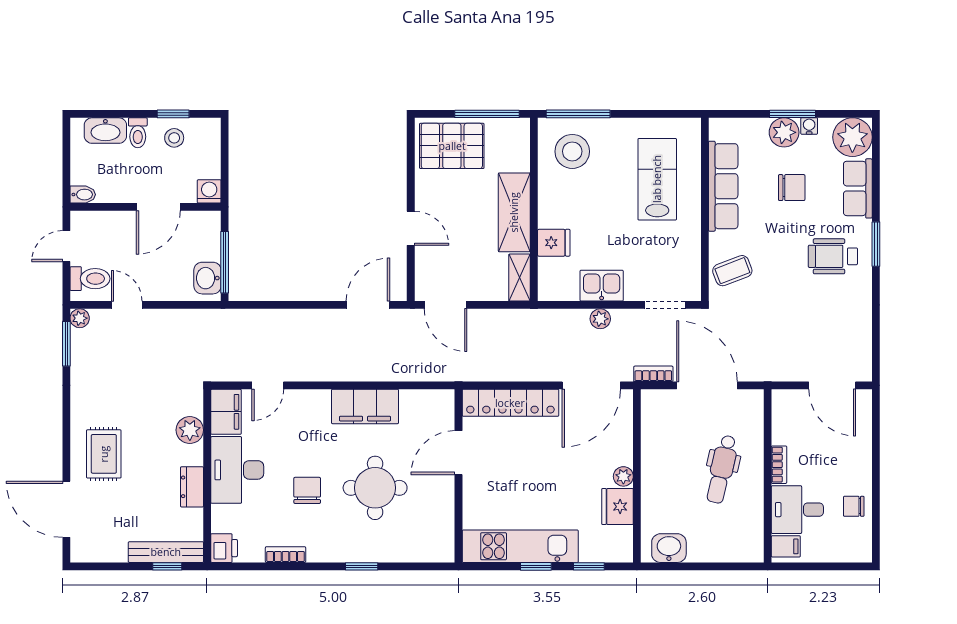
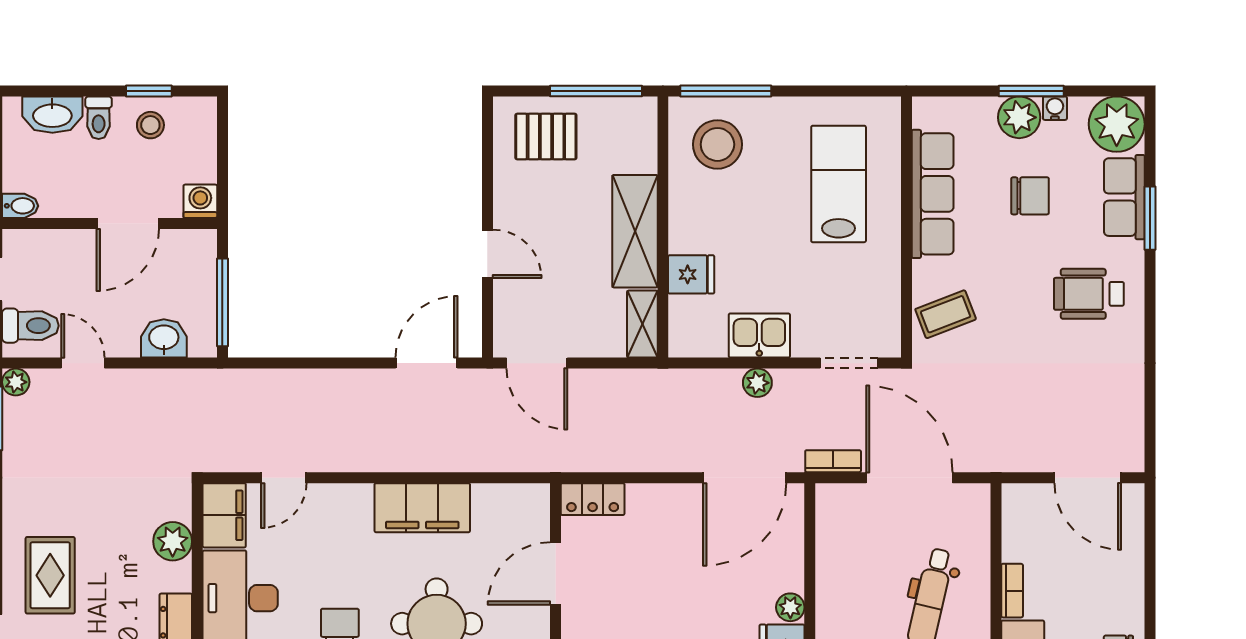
pallet: (452, 146) -> (546, 137), width x0.67, depth x0.71
window: (876, 244) -> (1150, 218), moved
washbasin: (207, 278) -> (164, 338), moved, turned 90
locker: (510, 403) -> (593, 499), width x0.46, depth x0.83

